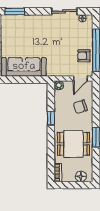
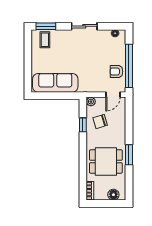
sliding door: (64, 11) -> (84, 26), moved
coffee table: (14, 25) -> (45, 40), added
chair: (80, 107) -> (100, 122), moved
window: (51, 118) -> (83, 125), moved

